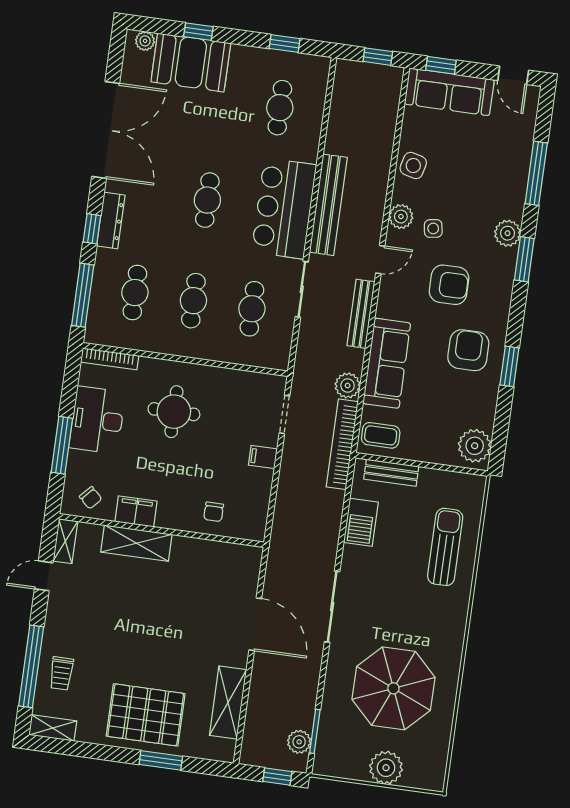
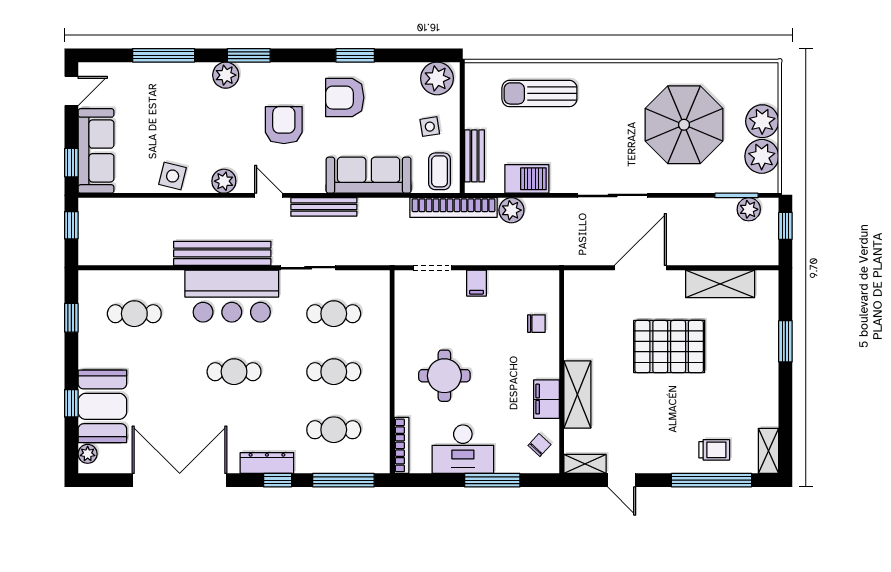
side table: (433, 228) -> (430, 127), moved
plant: (348, 386) -> (511, 210), moved
pallet: (146, 715) -> (669, 347), moved, turned 90
plant: (351, 762) -> (762, 156), added

